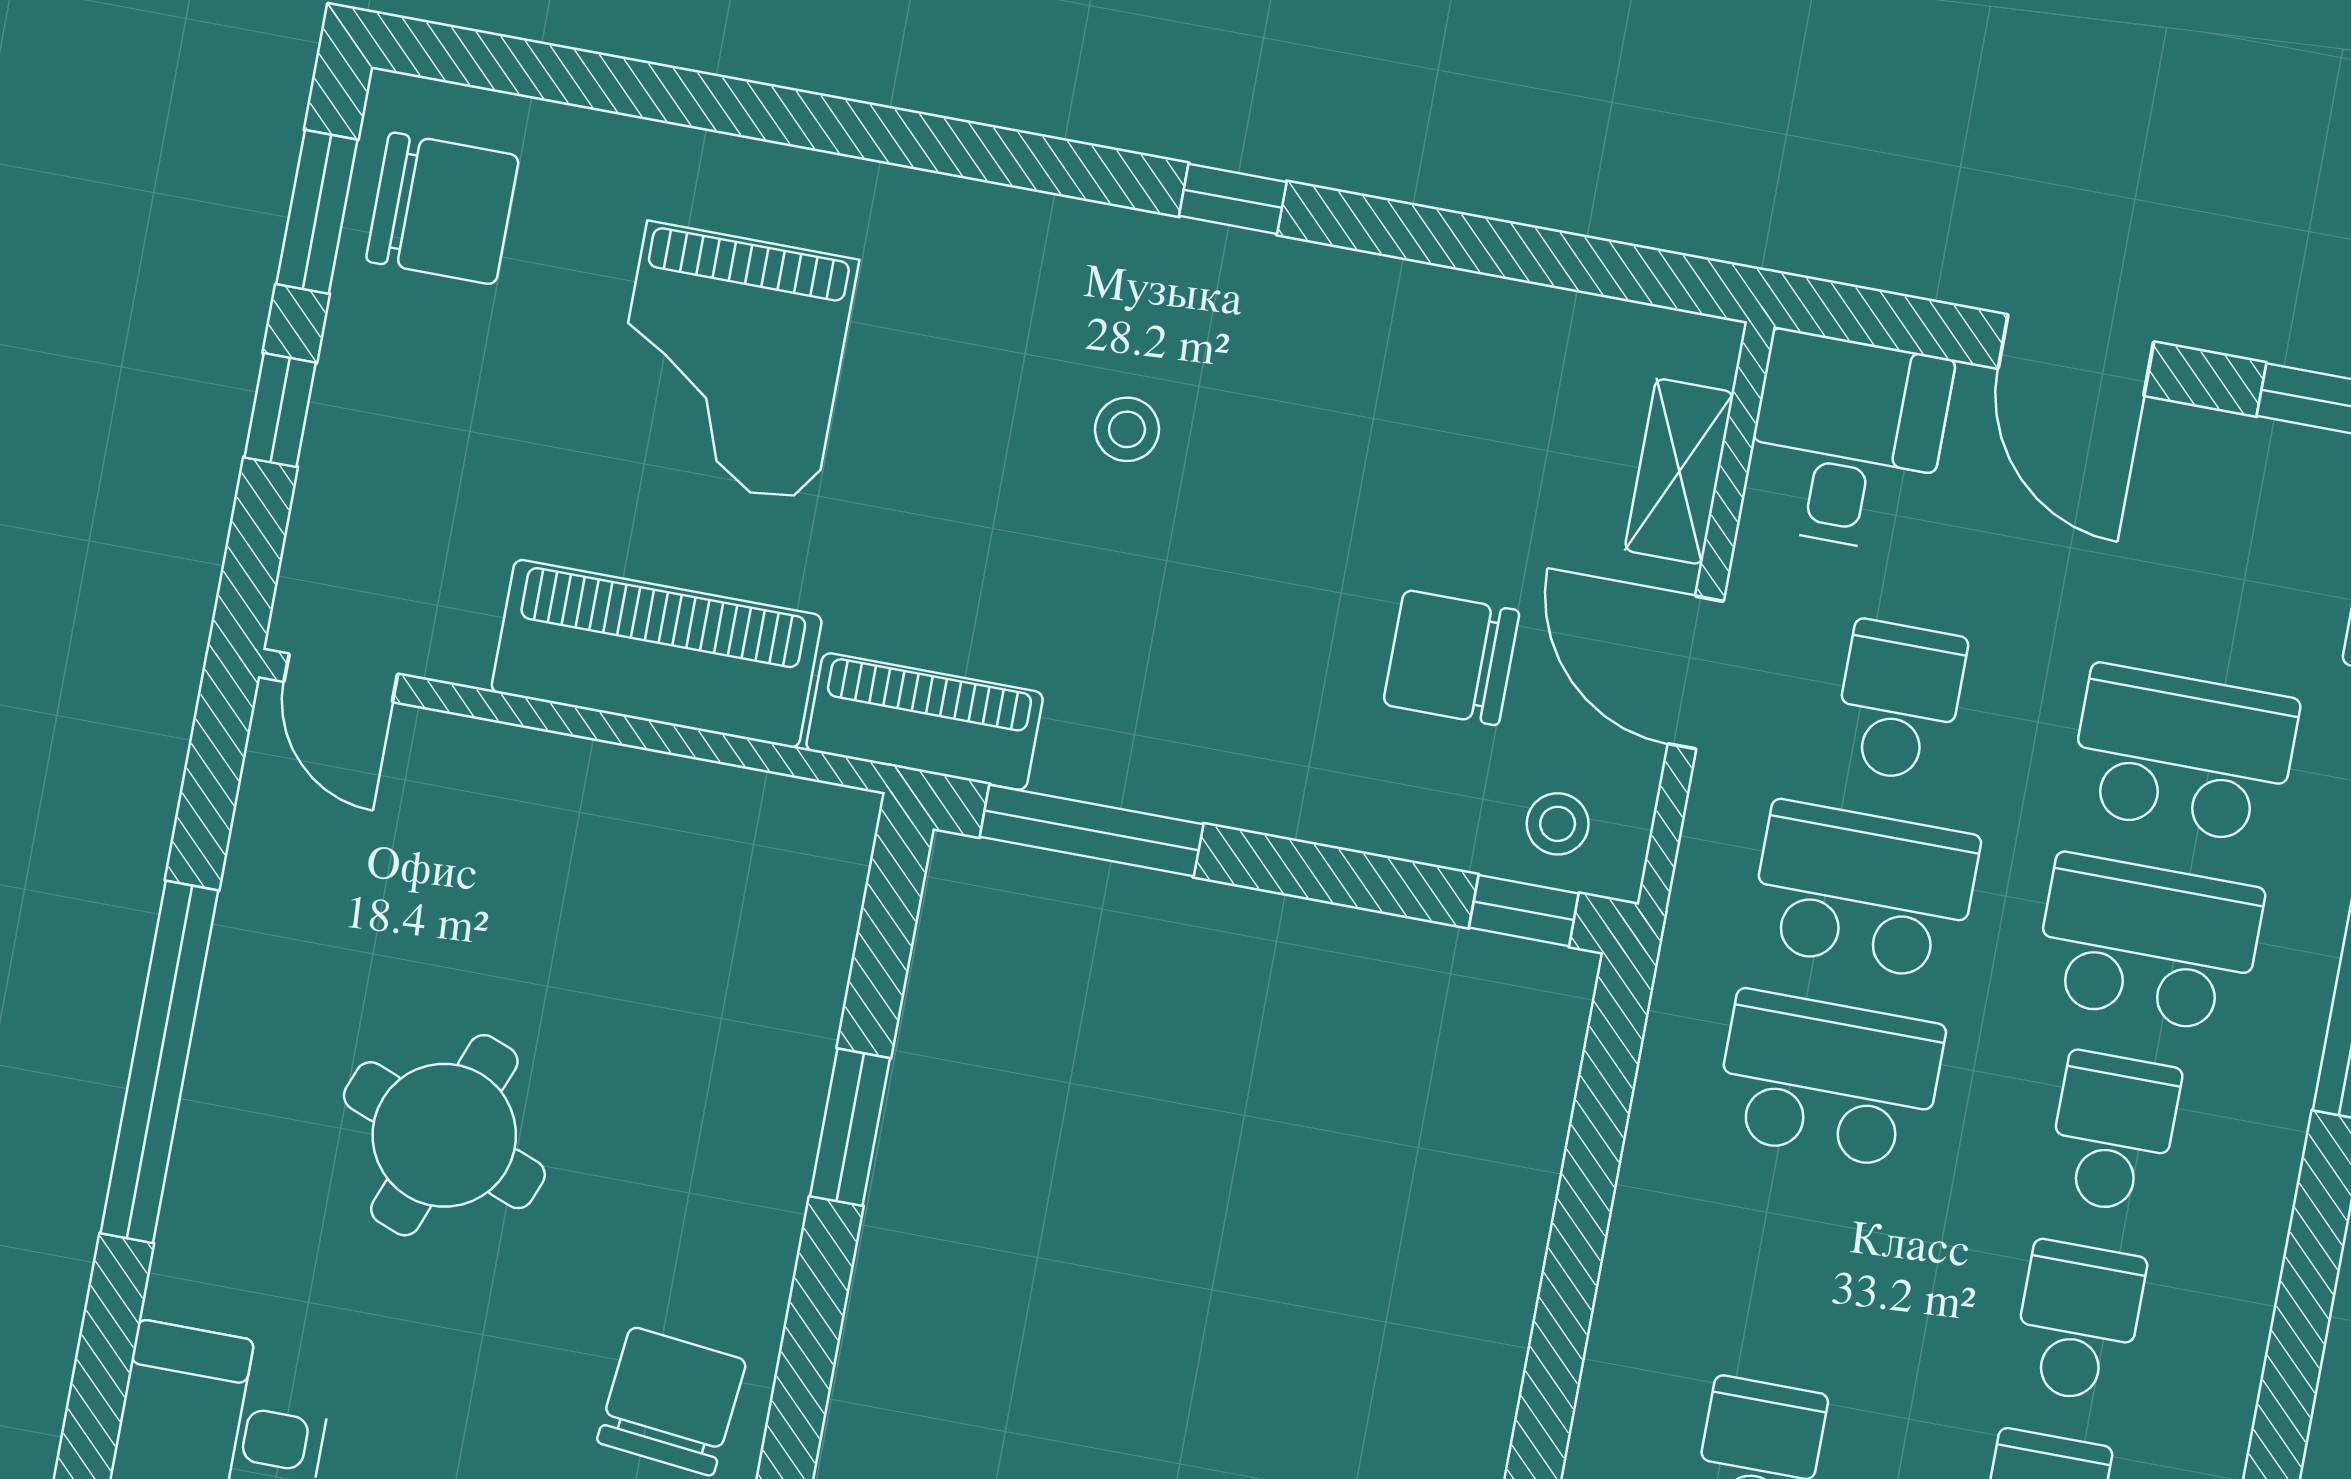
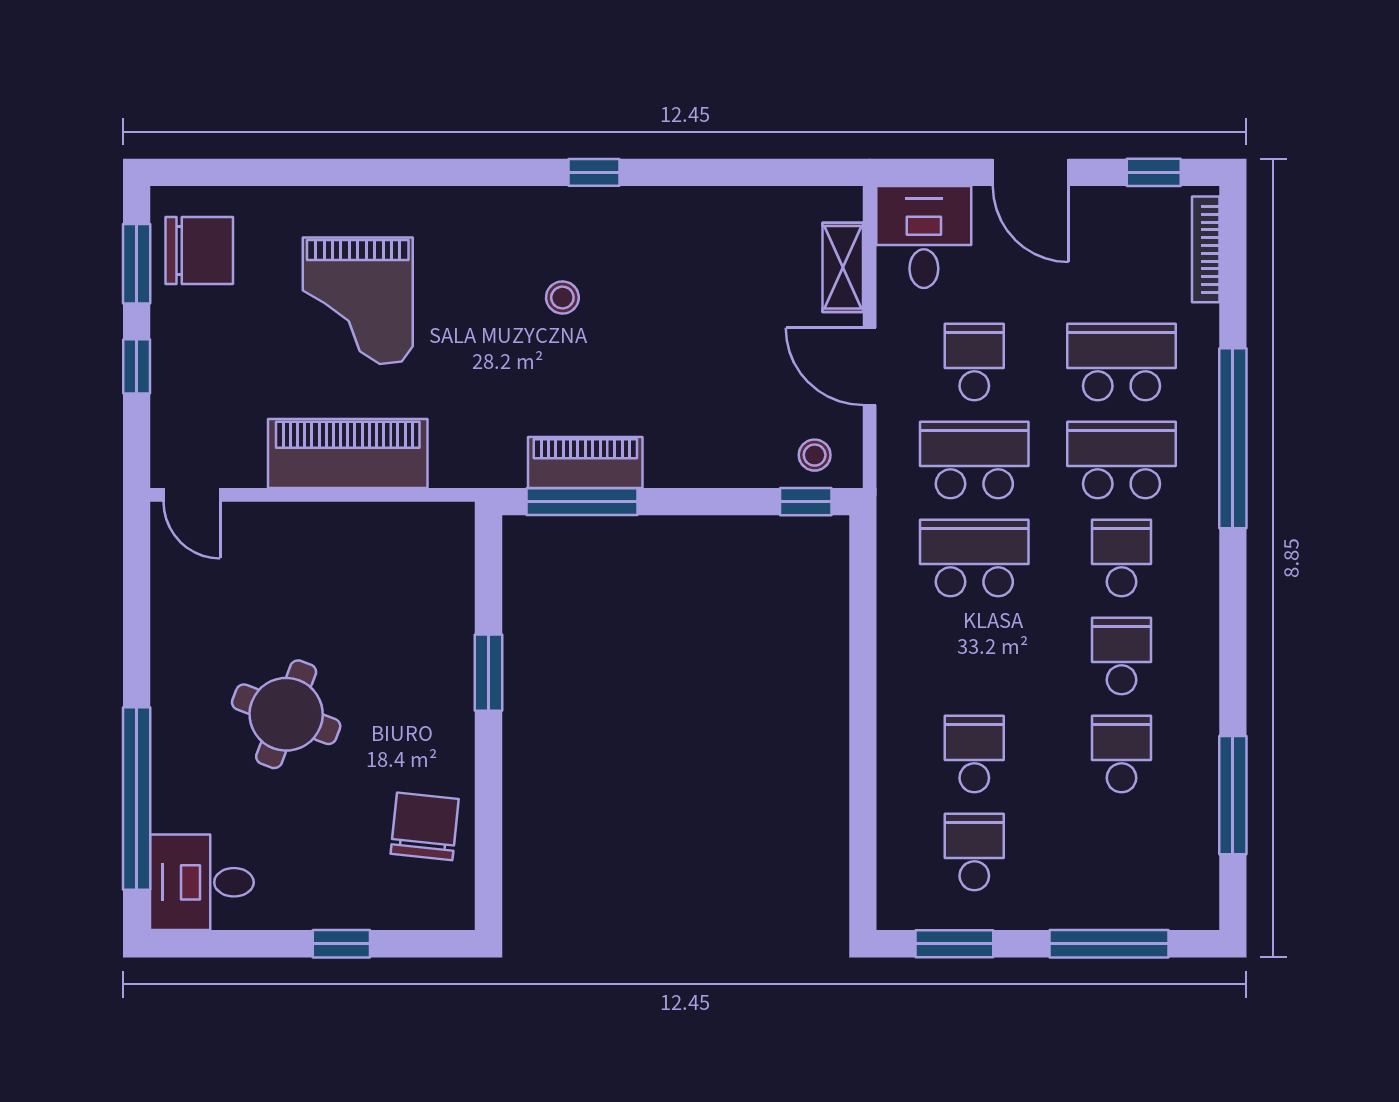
chair: (1451, 658) -> (746, 382), removed
piano: (925, 721) -> (585, 463), moved
window: (159, 1062) -> (137, 798), moved

